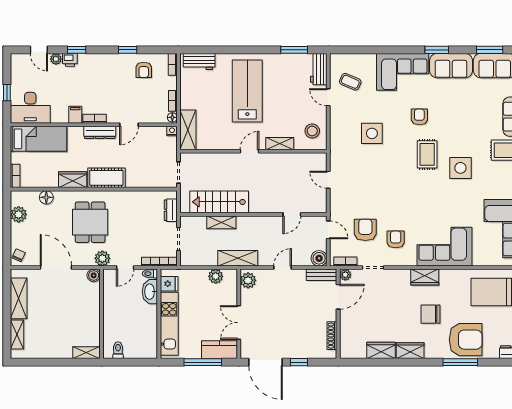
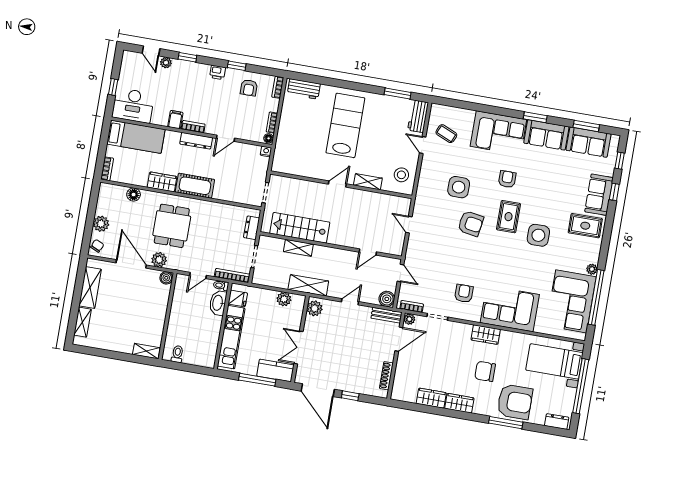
printer: (70, 60) -> (218, 72), moved
shelving: (188, 130) -> (282, 153), removed
plant: (19, 214) -> (101, 224), moved
armchair: (365, 230) -> (471, 224), moved, turned 99
plant: (102, 258) -> (159, 260), moved

